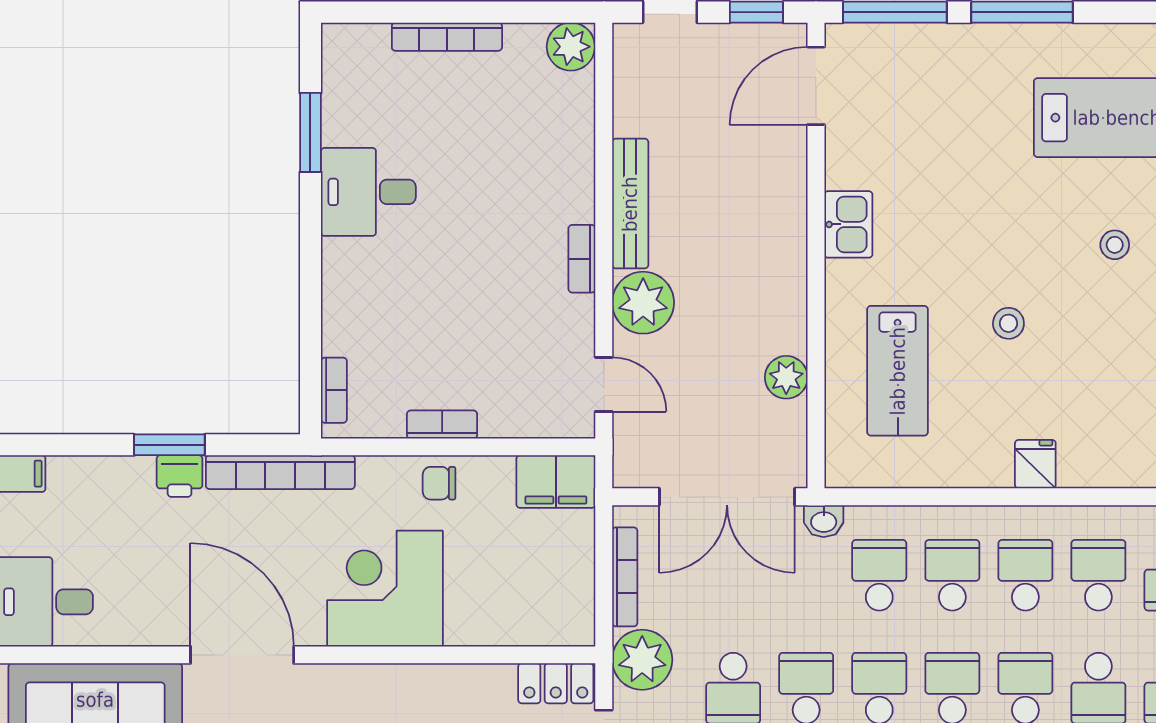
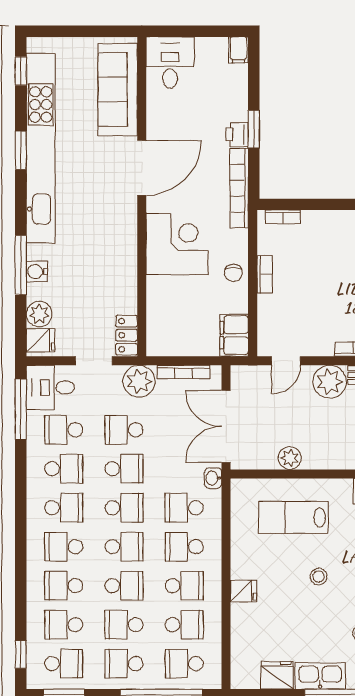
chair: (439, 483) -> (233, 273), turned 180
school desk: (879, 575) -> (184, 508), turned 180
school desk: (952, 575) -> (184, 547), turned 180

